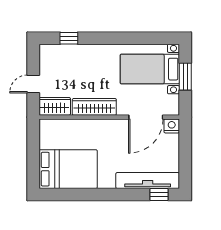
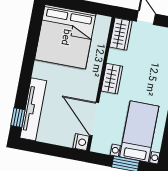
wardrobe: (94, 107) -> (112, 79), width x0.67
bed: (68, 169) -> (65, 37), width x1.36

